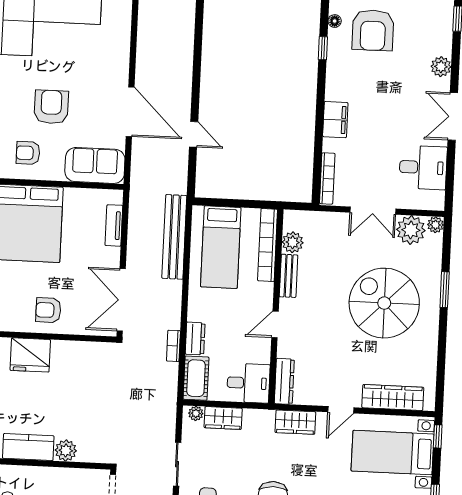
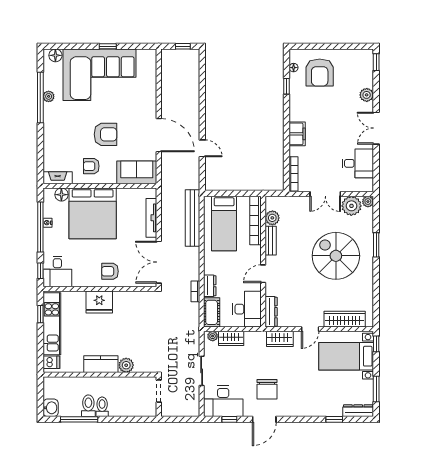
armchair: (51, 107) -> (106, 134), turned 90
tv unit: (114, 225) -> (151, 218), width x1.41
desk: (248, 383) -> (247, 309), width x1.37

